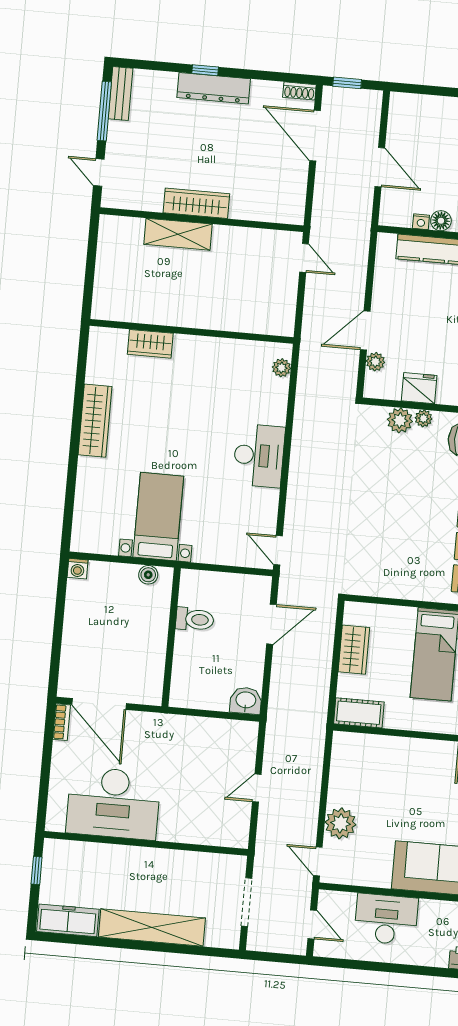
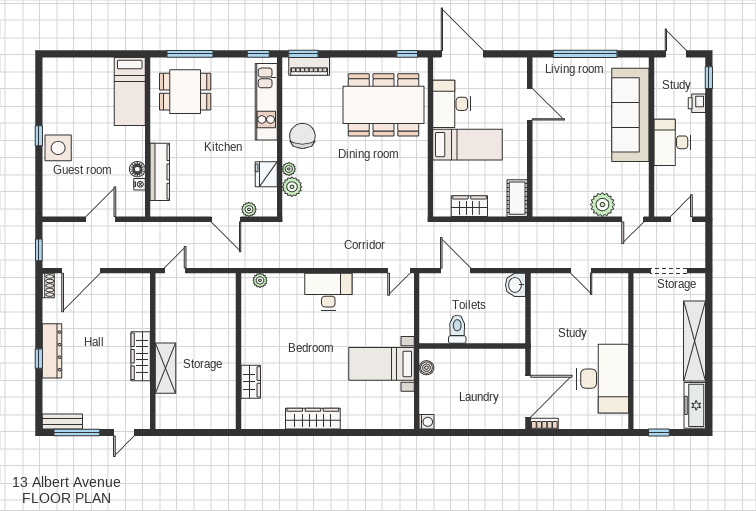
desk: (386, 919) -> (672, 142), moved

